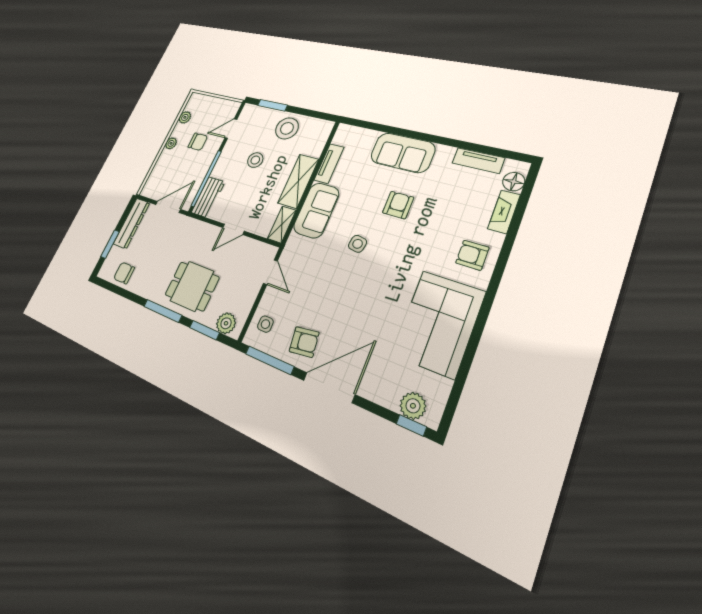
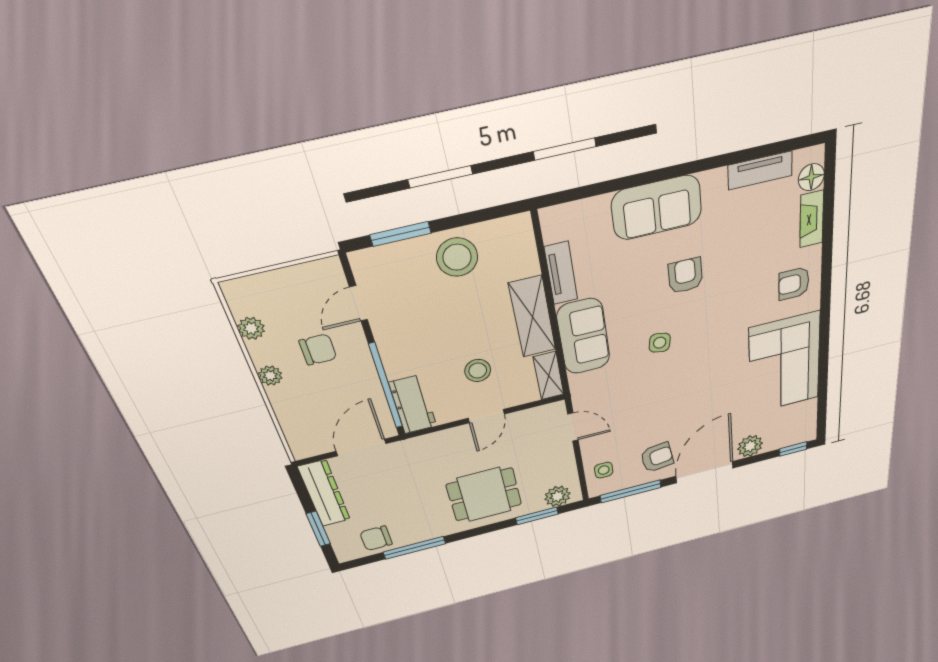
stool: (255, 160) -> (478, 371), moved
window: (163, 311) -> (415, 548), moved
plant: (413, 406) -> (750, 446), moved

